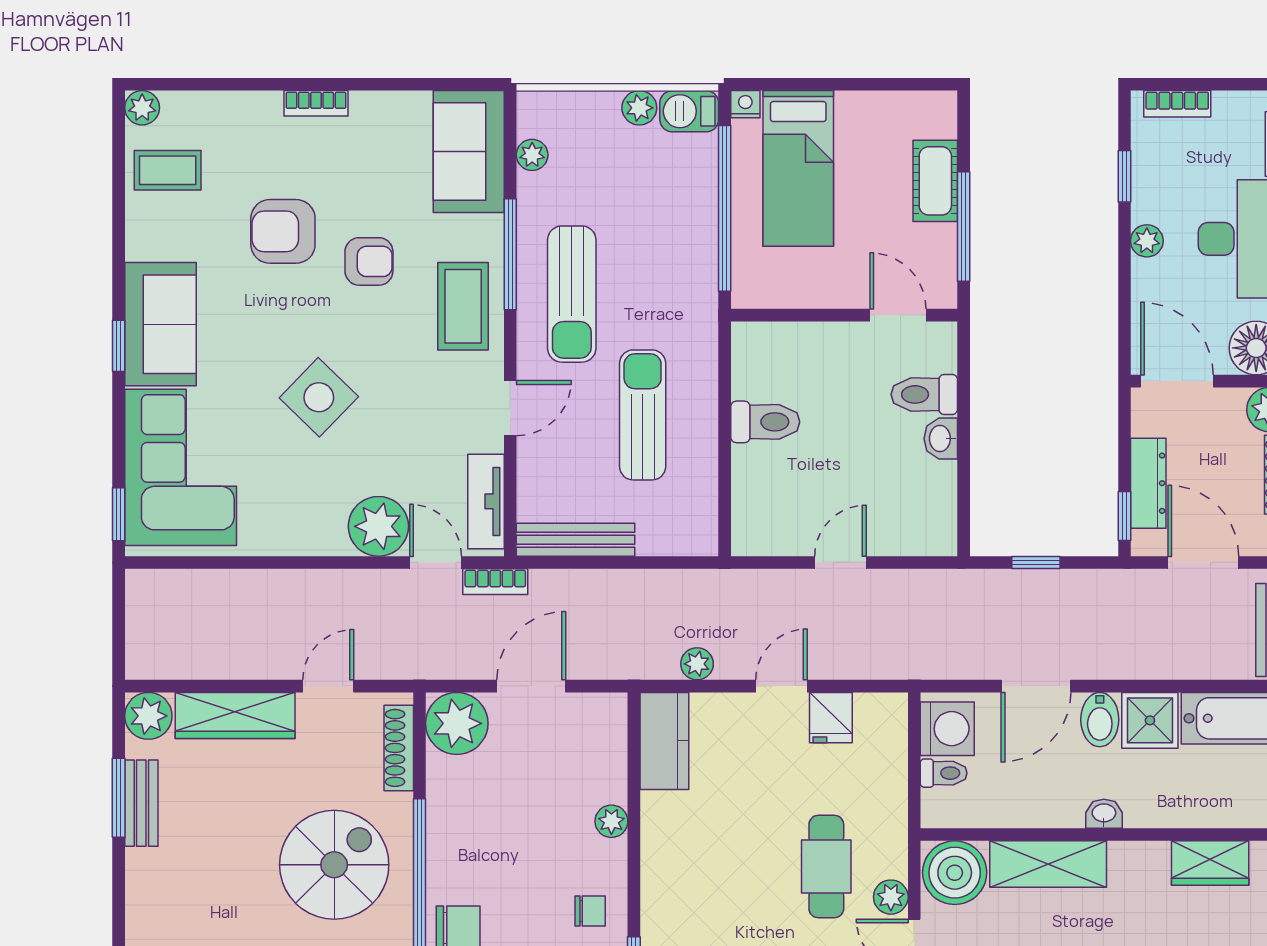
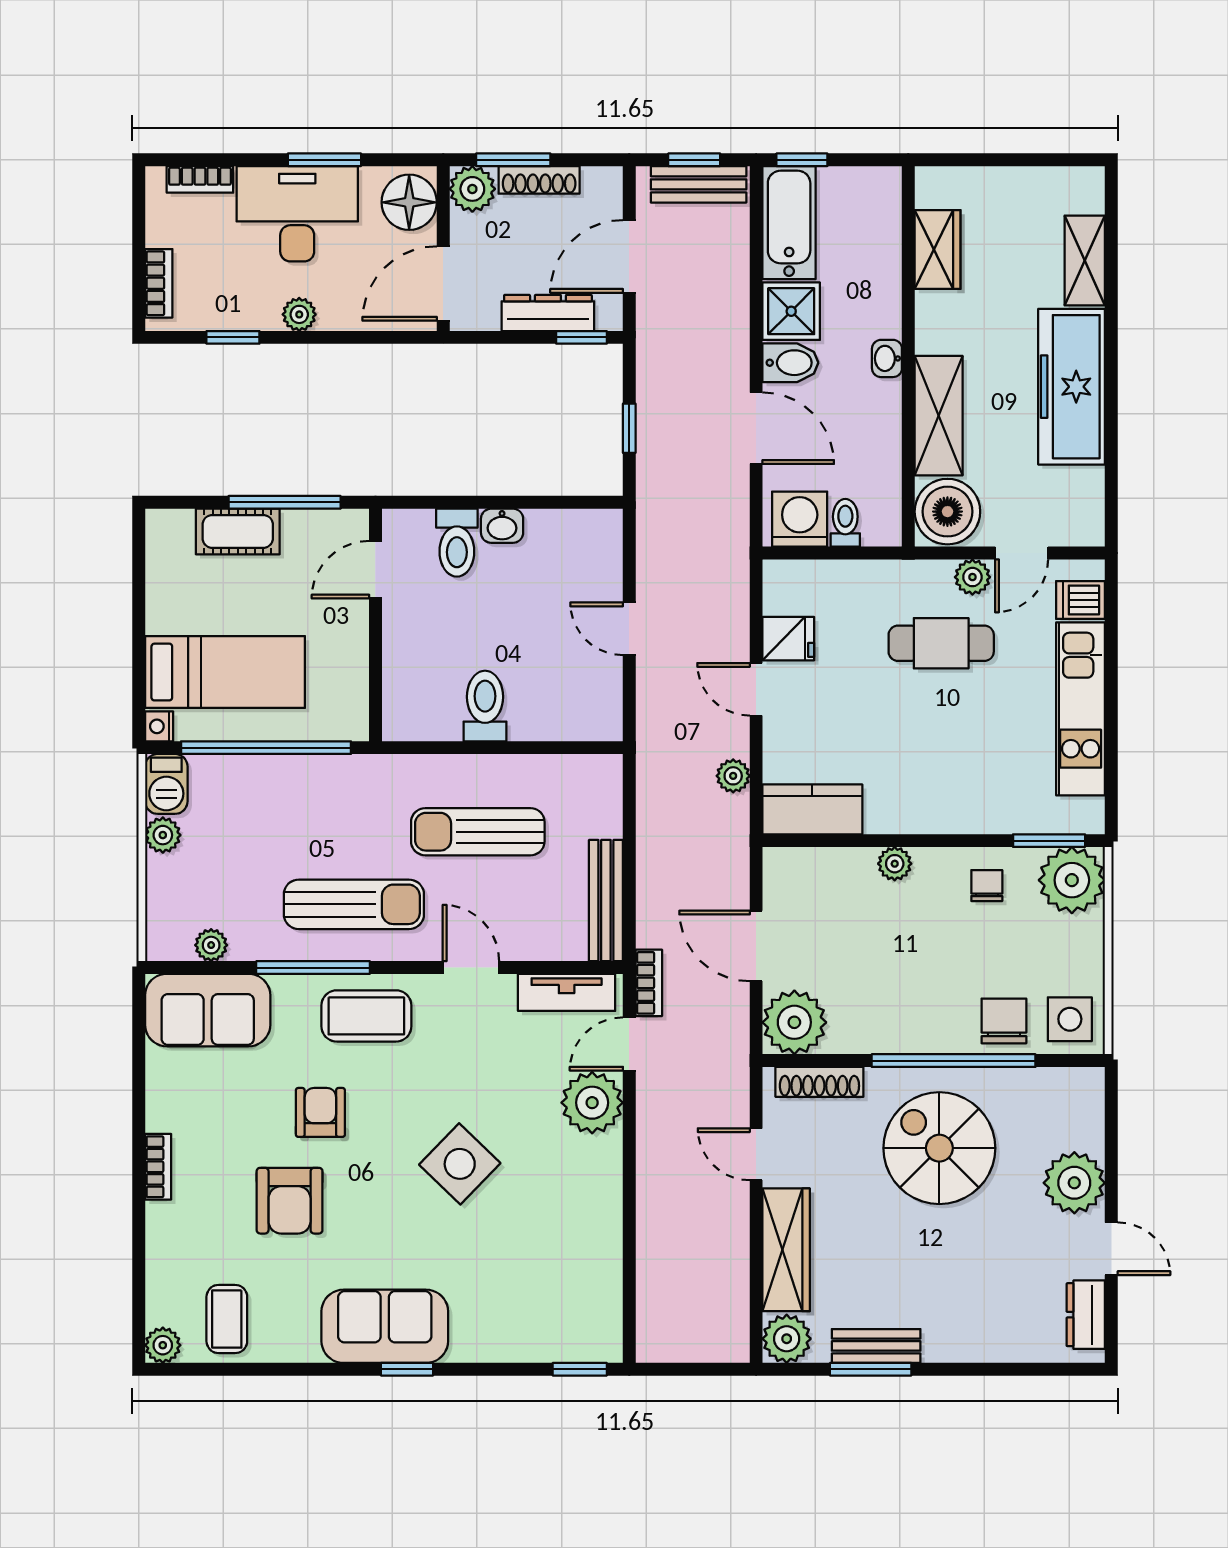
corner sofa: (181, 467) -> (532, 1306), removed

